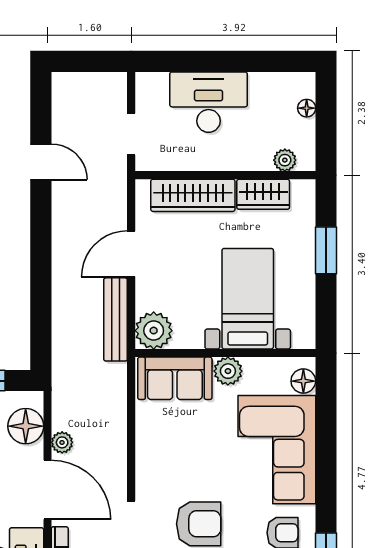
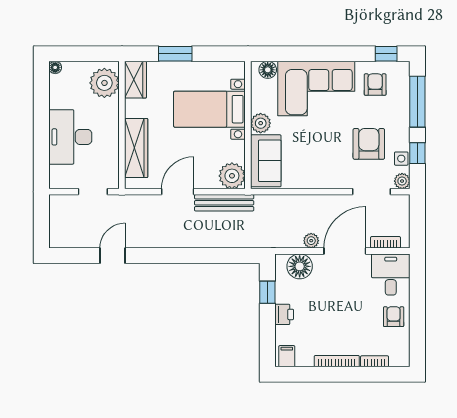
floor lamp: (307, 108) -> (55, 67), moved
plant: (285, 160) -> (104, 83), width x1.88, depth x1.88
wardrobe: (263, 194) -> (135, 80), moved
door: (131, 254) -> (178, 192), swing flipped

